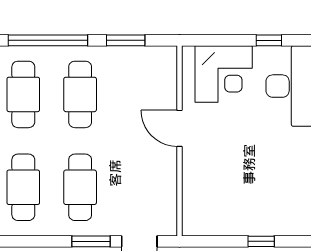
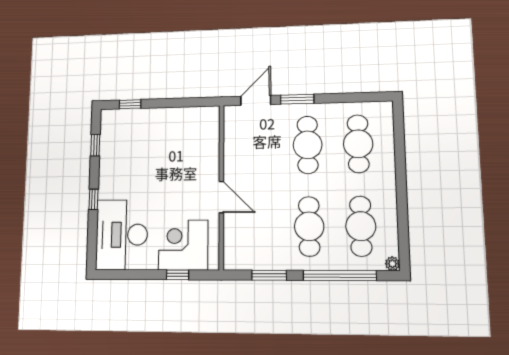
window: (269, 40) -> (178, 275), moved
window: (261, 241) -> (130, 104), moved

